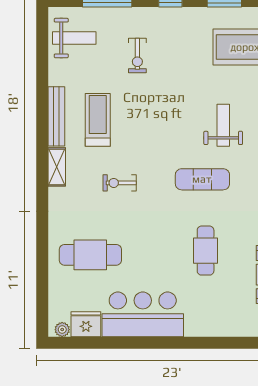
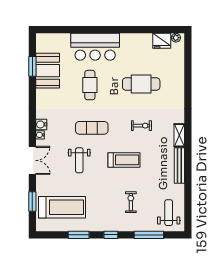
weight bench: (74, 38) -> (169, 213), turned 90
treadmill: (98, 120) -> (124, 160), moved, turned -90
cafe table: (90, 255) -> (141, 84), moved
bar counter: (143, 314) -> (95, 47), moved

